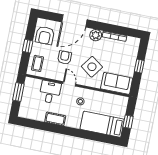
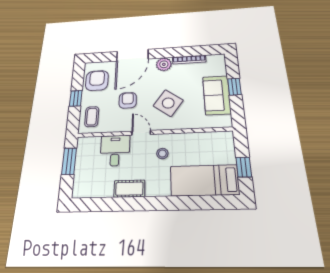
armchair: (45, 35) -> (97, 80), turned 180
sofa: (117, 83) -> (217, 95), moved, turned -90

